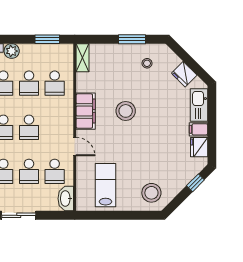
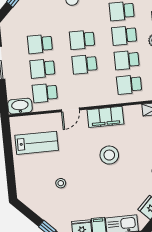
stool: (151, 193) -> (61, 183), moved, width x0.53, depth x0.53

